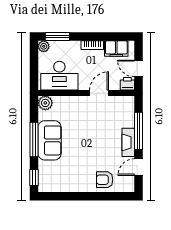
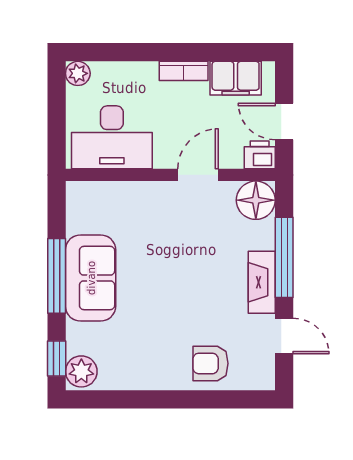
window: (57, 37) -> (107, 52), removed
plant: (45, 103) -> (81, 371), moved
floor lamp: (126, 105) -> (256, 200), added
door: (139, 167) -> (284, 336), swing flipped

